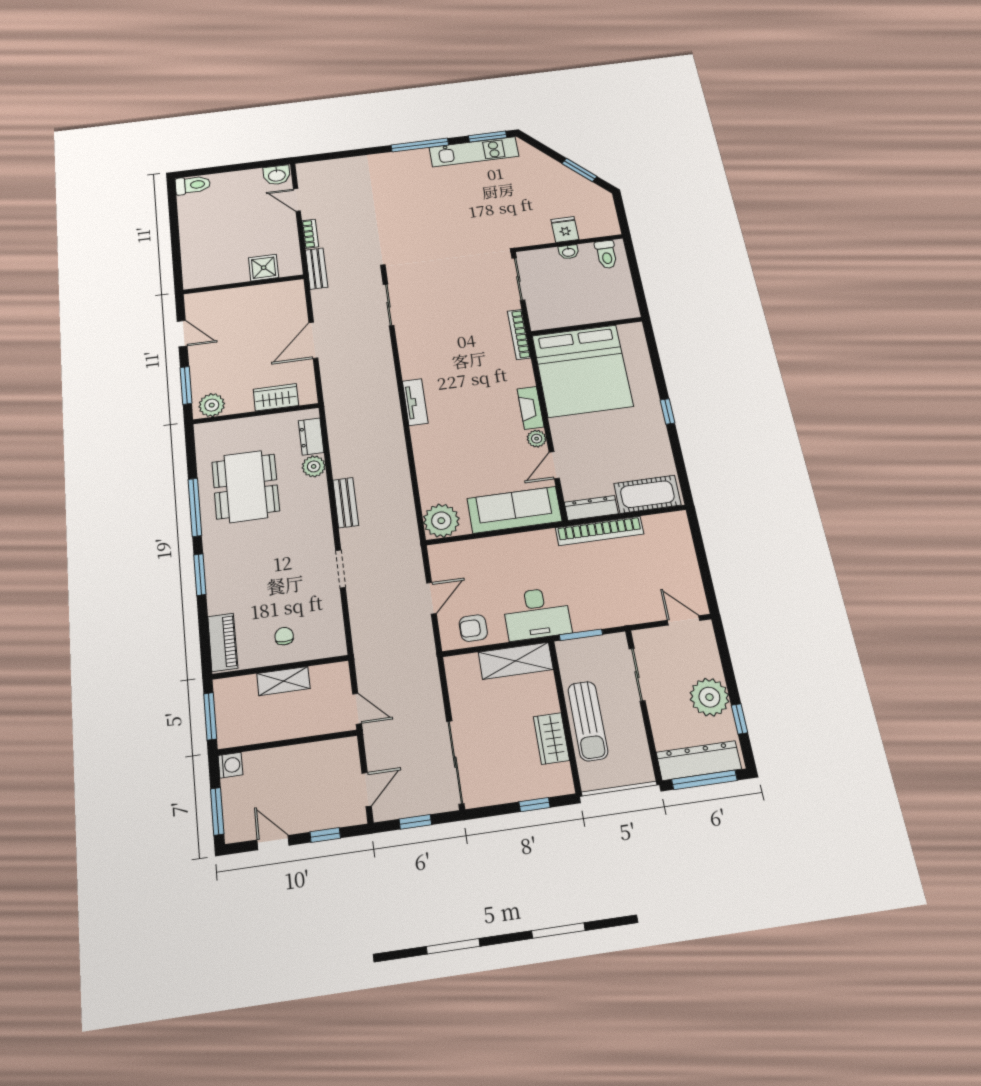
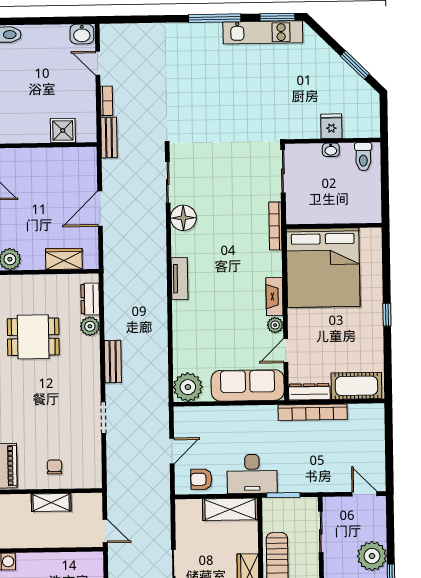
floor lamp: (411, 338) -> (183, 218), added
dining table: (246, 486) -> (33, 337), width x0.73

